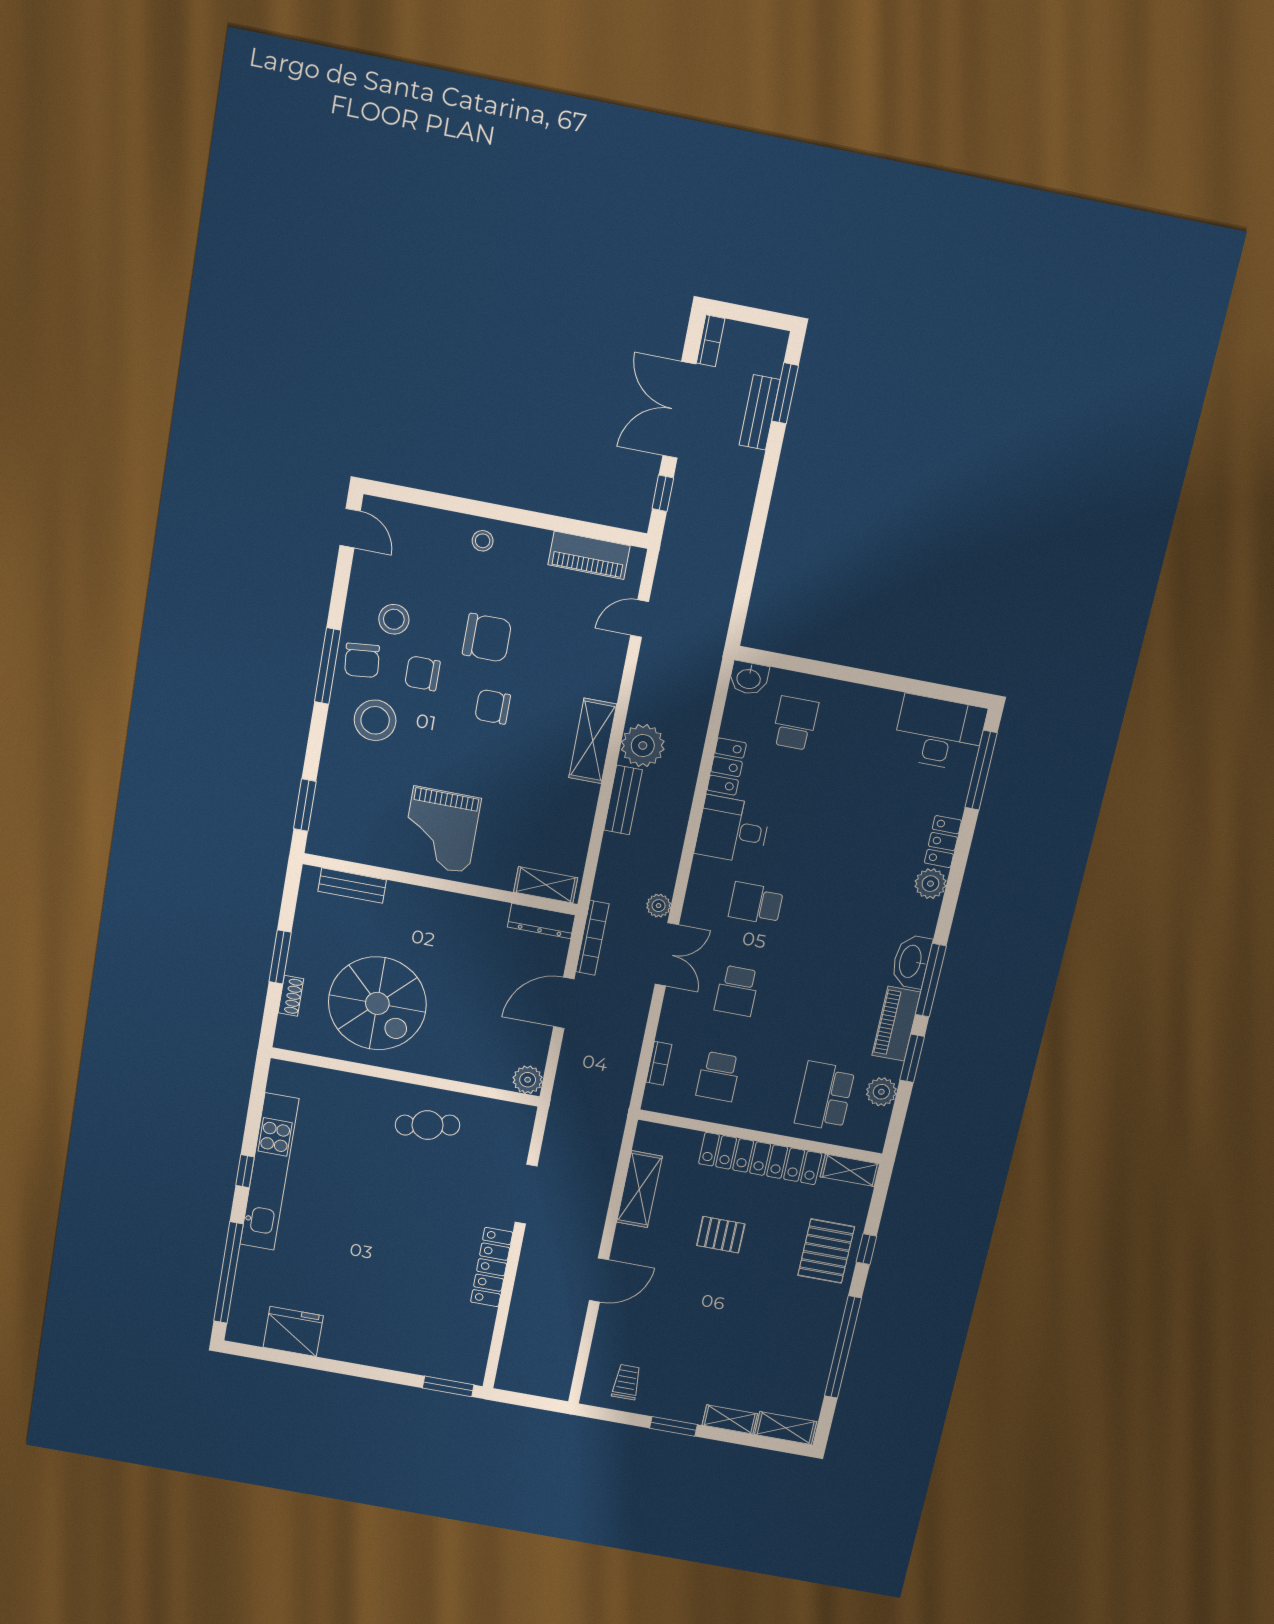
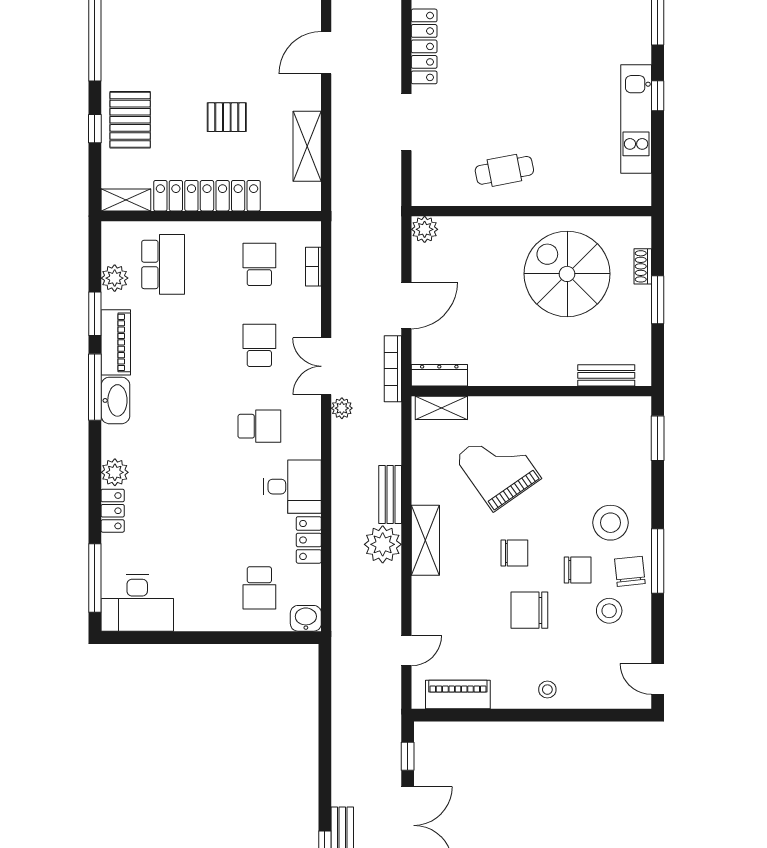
grand piano: (441, 830) -> (498, 468), moved, turned -35
kitchen unit: (269, 1172) -> (636, 119), width x0.73

